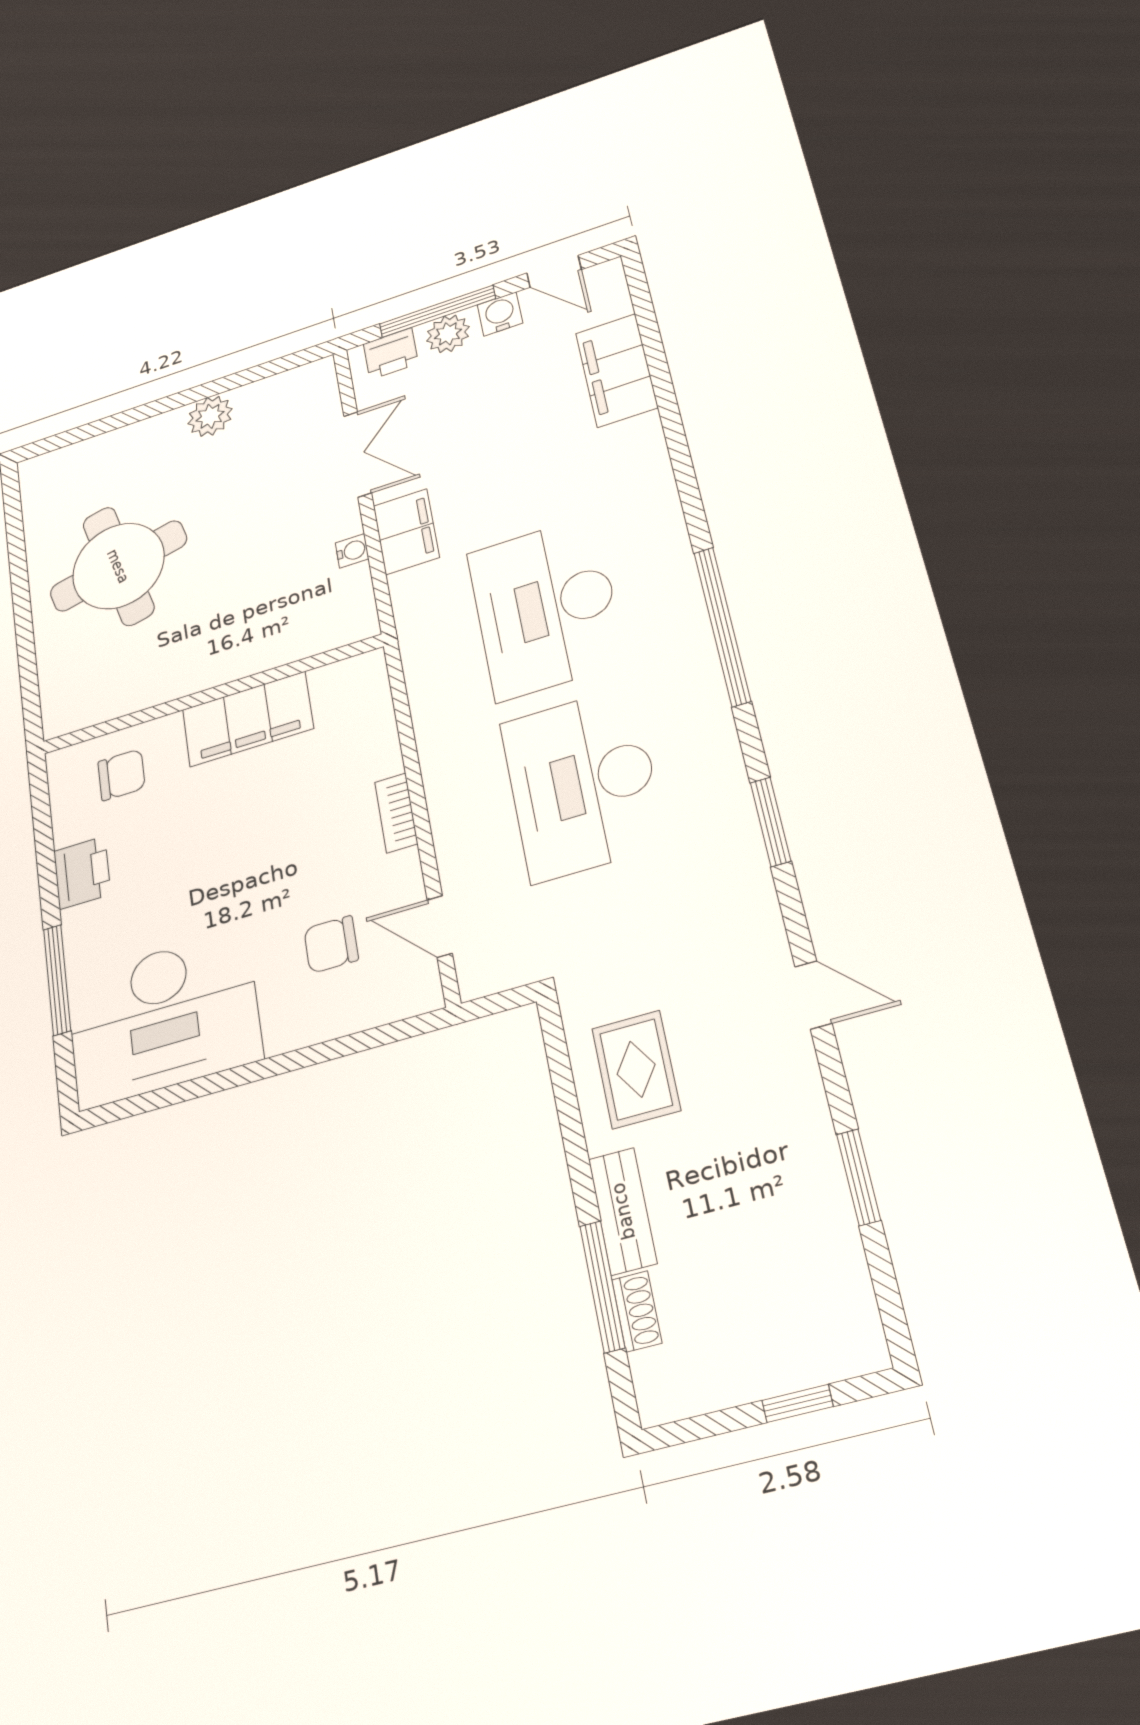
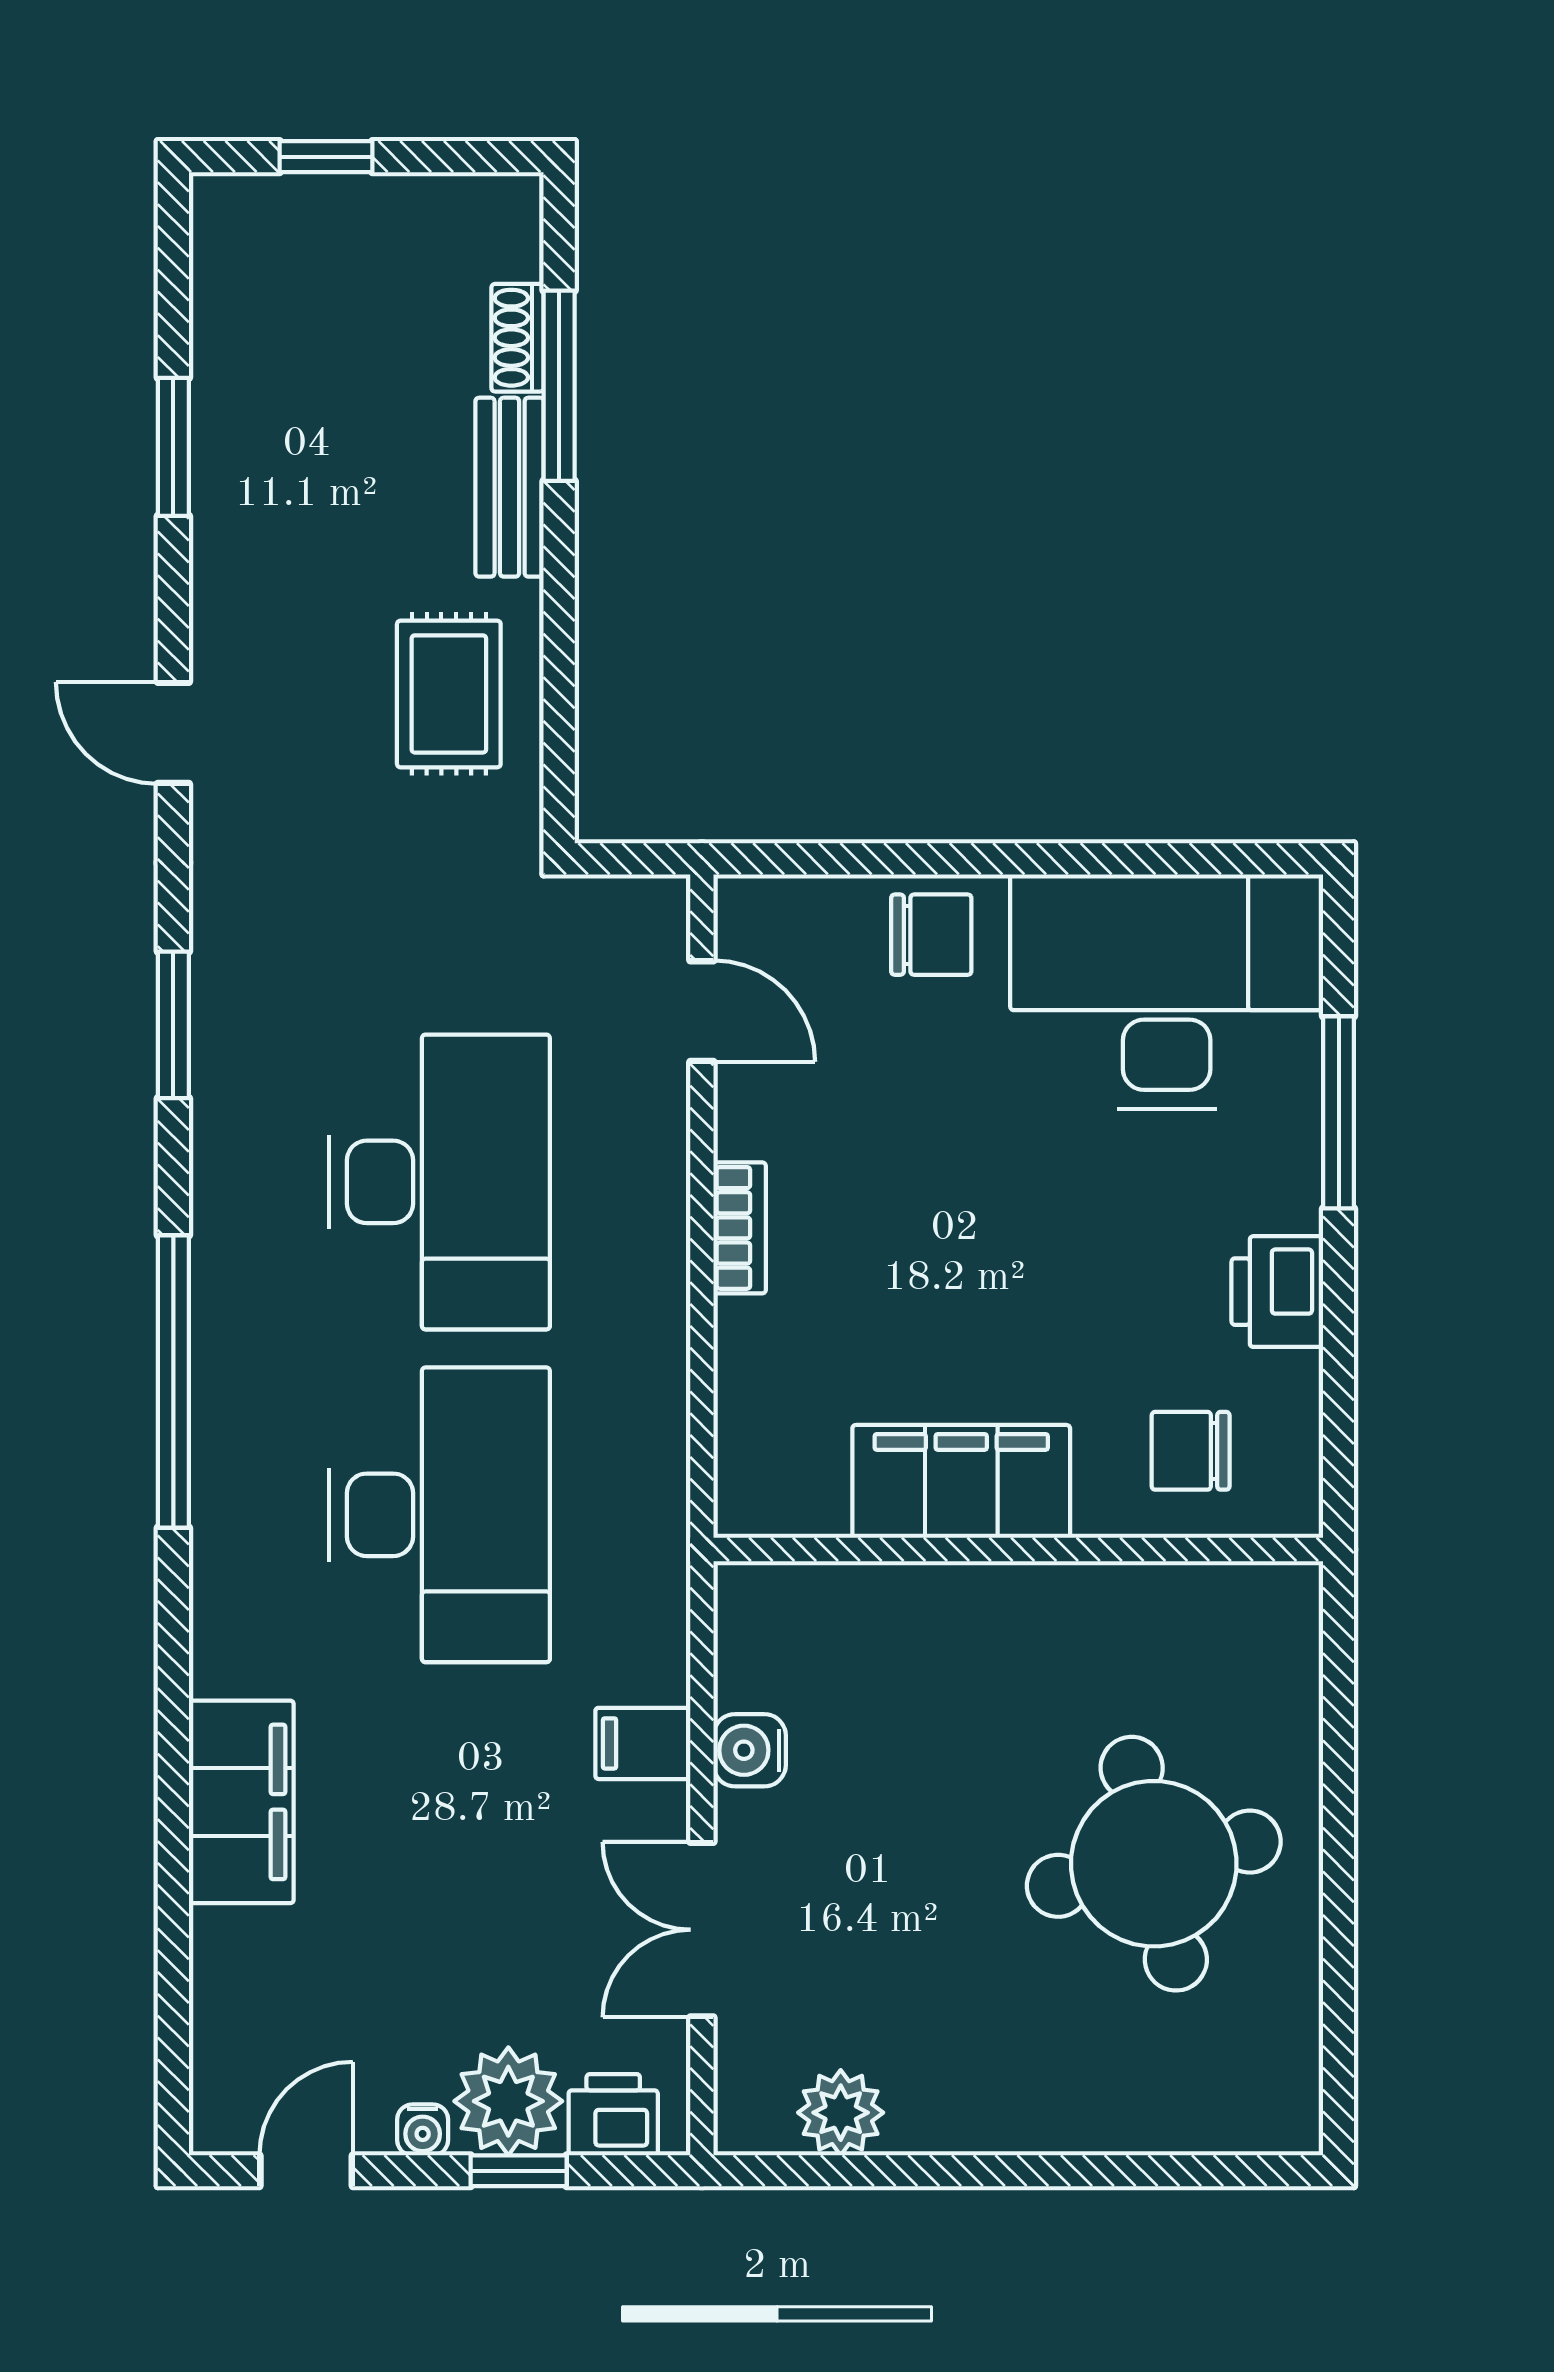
door: (554, 271) -> (306, 2171), hinge flipped
window: (437, 311) -> (519, 2171), width x0.46
water cooler: (500, 314) -> (423, 2130), width x0.72, depth x0.72
plant: (448, 334) -> (508, 2101), width x1.36, depth x1.36
filing cabinet: (617, 370) -> (241, 1802), moved
plant: (210, 416) -> (841, 2113), moved
filing cabinet: (406, 532) -> (643, 1743), width x0.50
water cooler: (352, 551) -> (750, 1750), width x1.38, depth x1.38
chair: (331, 944) -> (931, 935), moved

